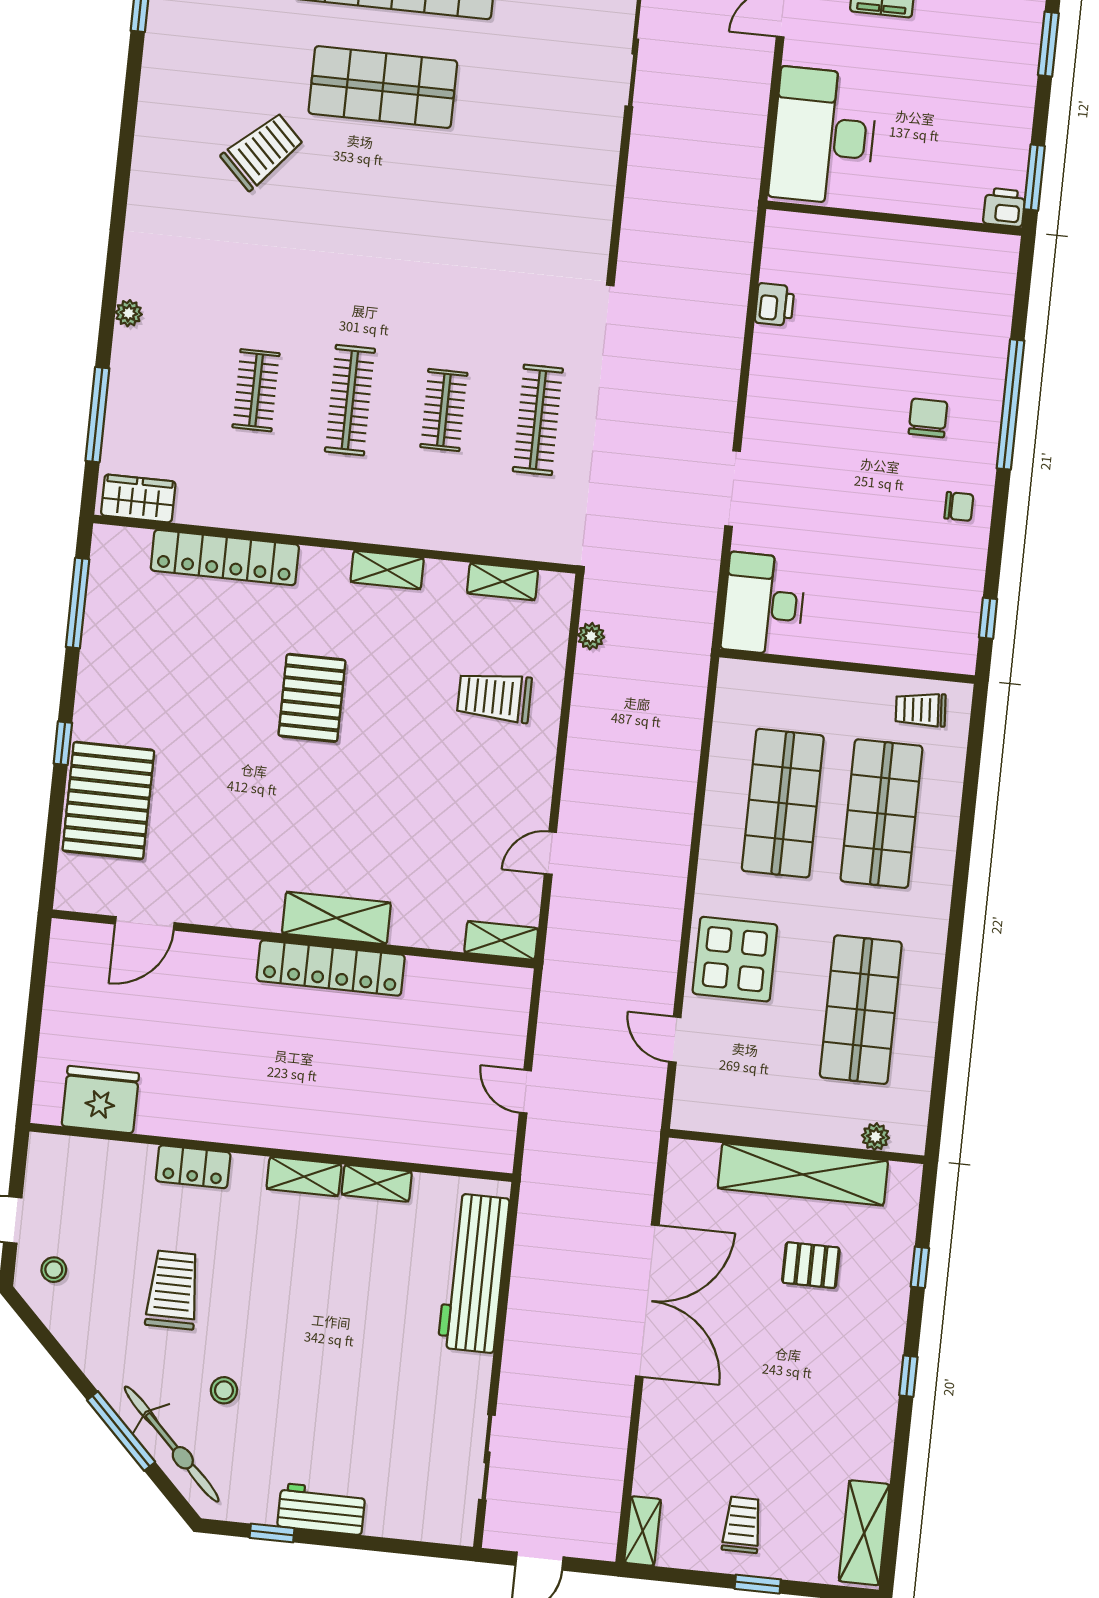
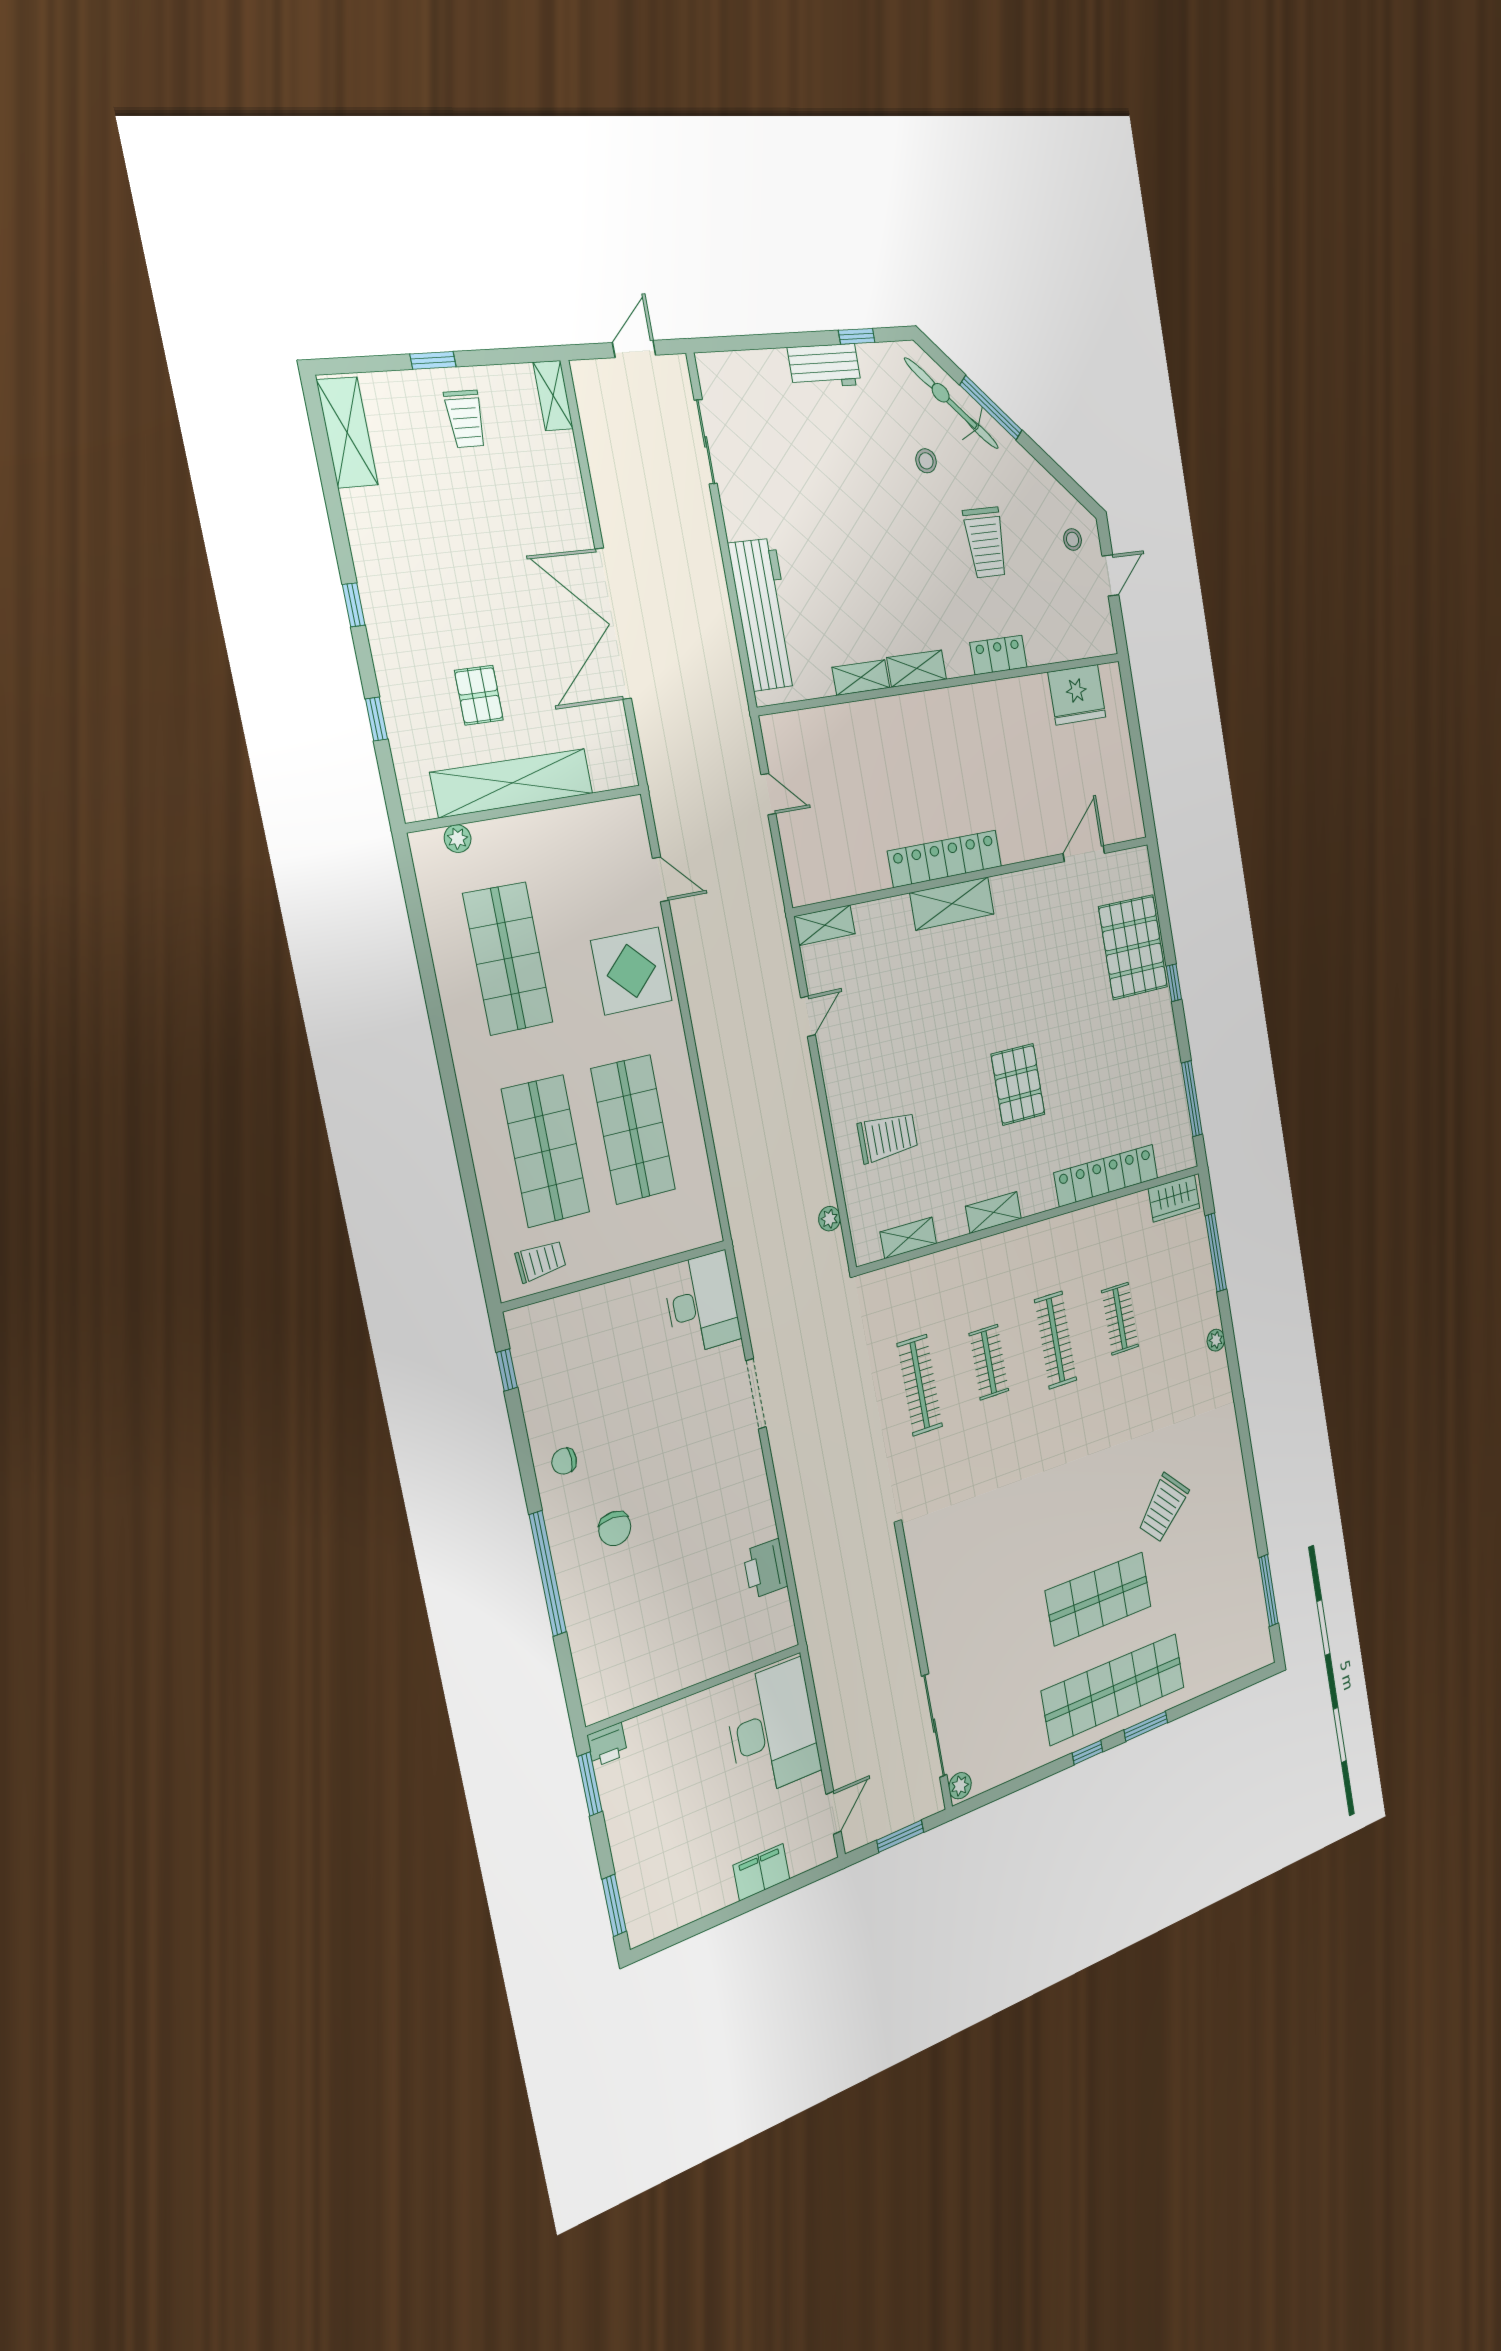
printer: (775, 304) -> (765, 1569), width x1.36, depth x1.24
pallet: (811, 1265) -> (479, 695), turned 90

